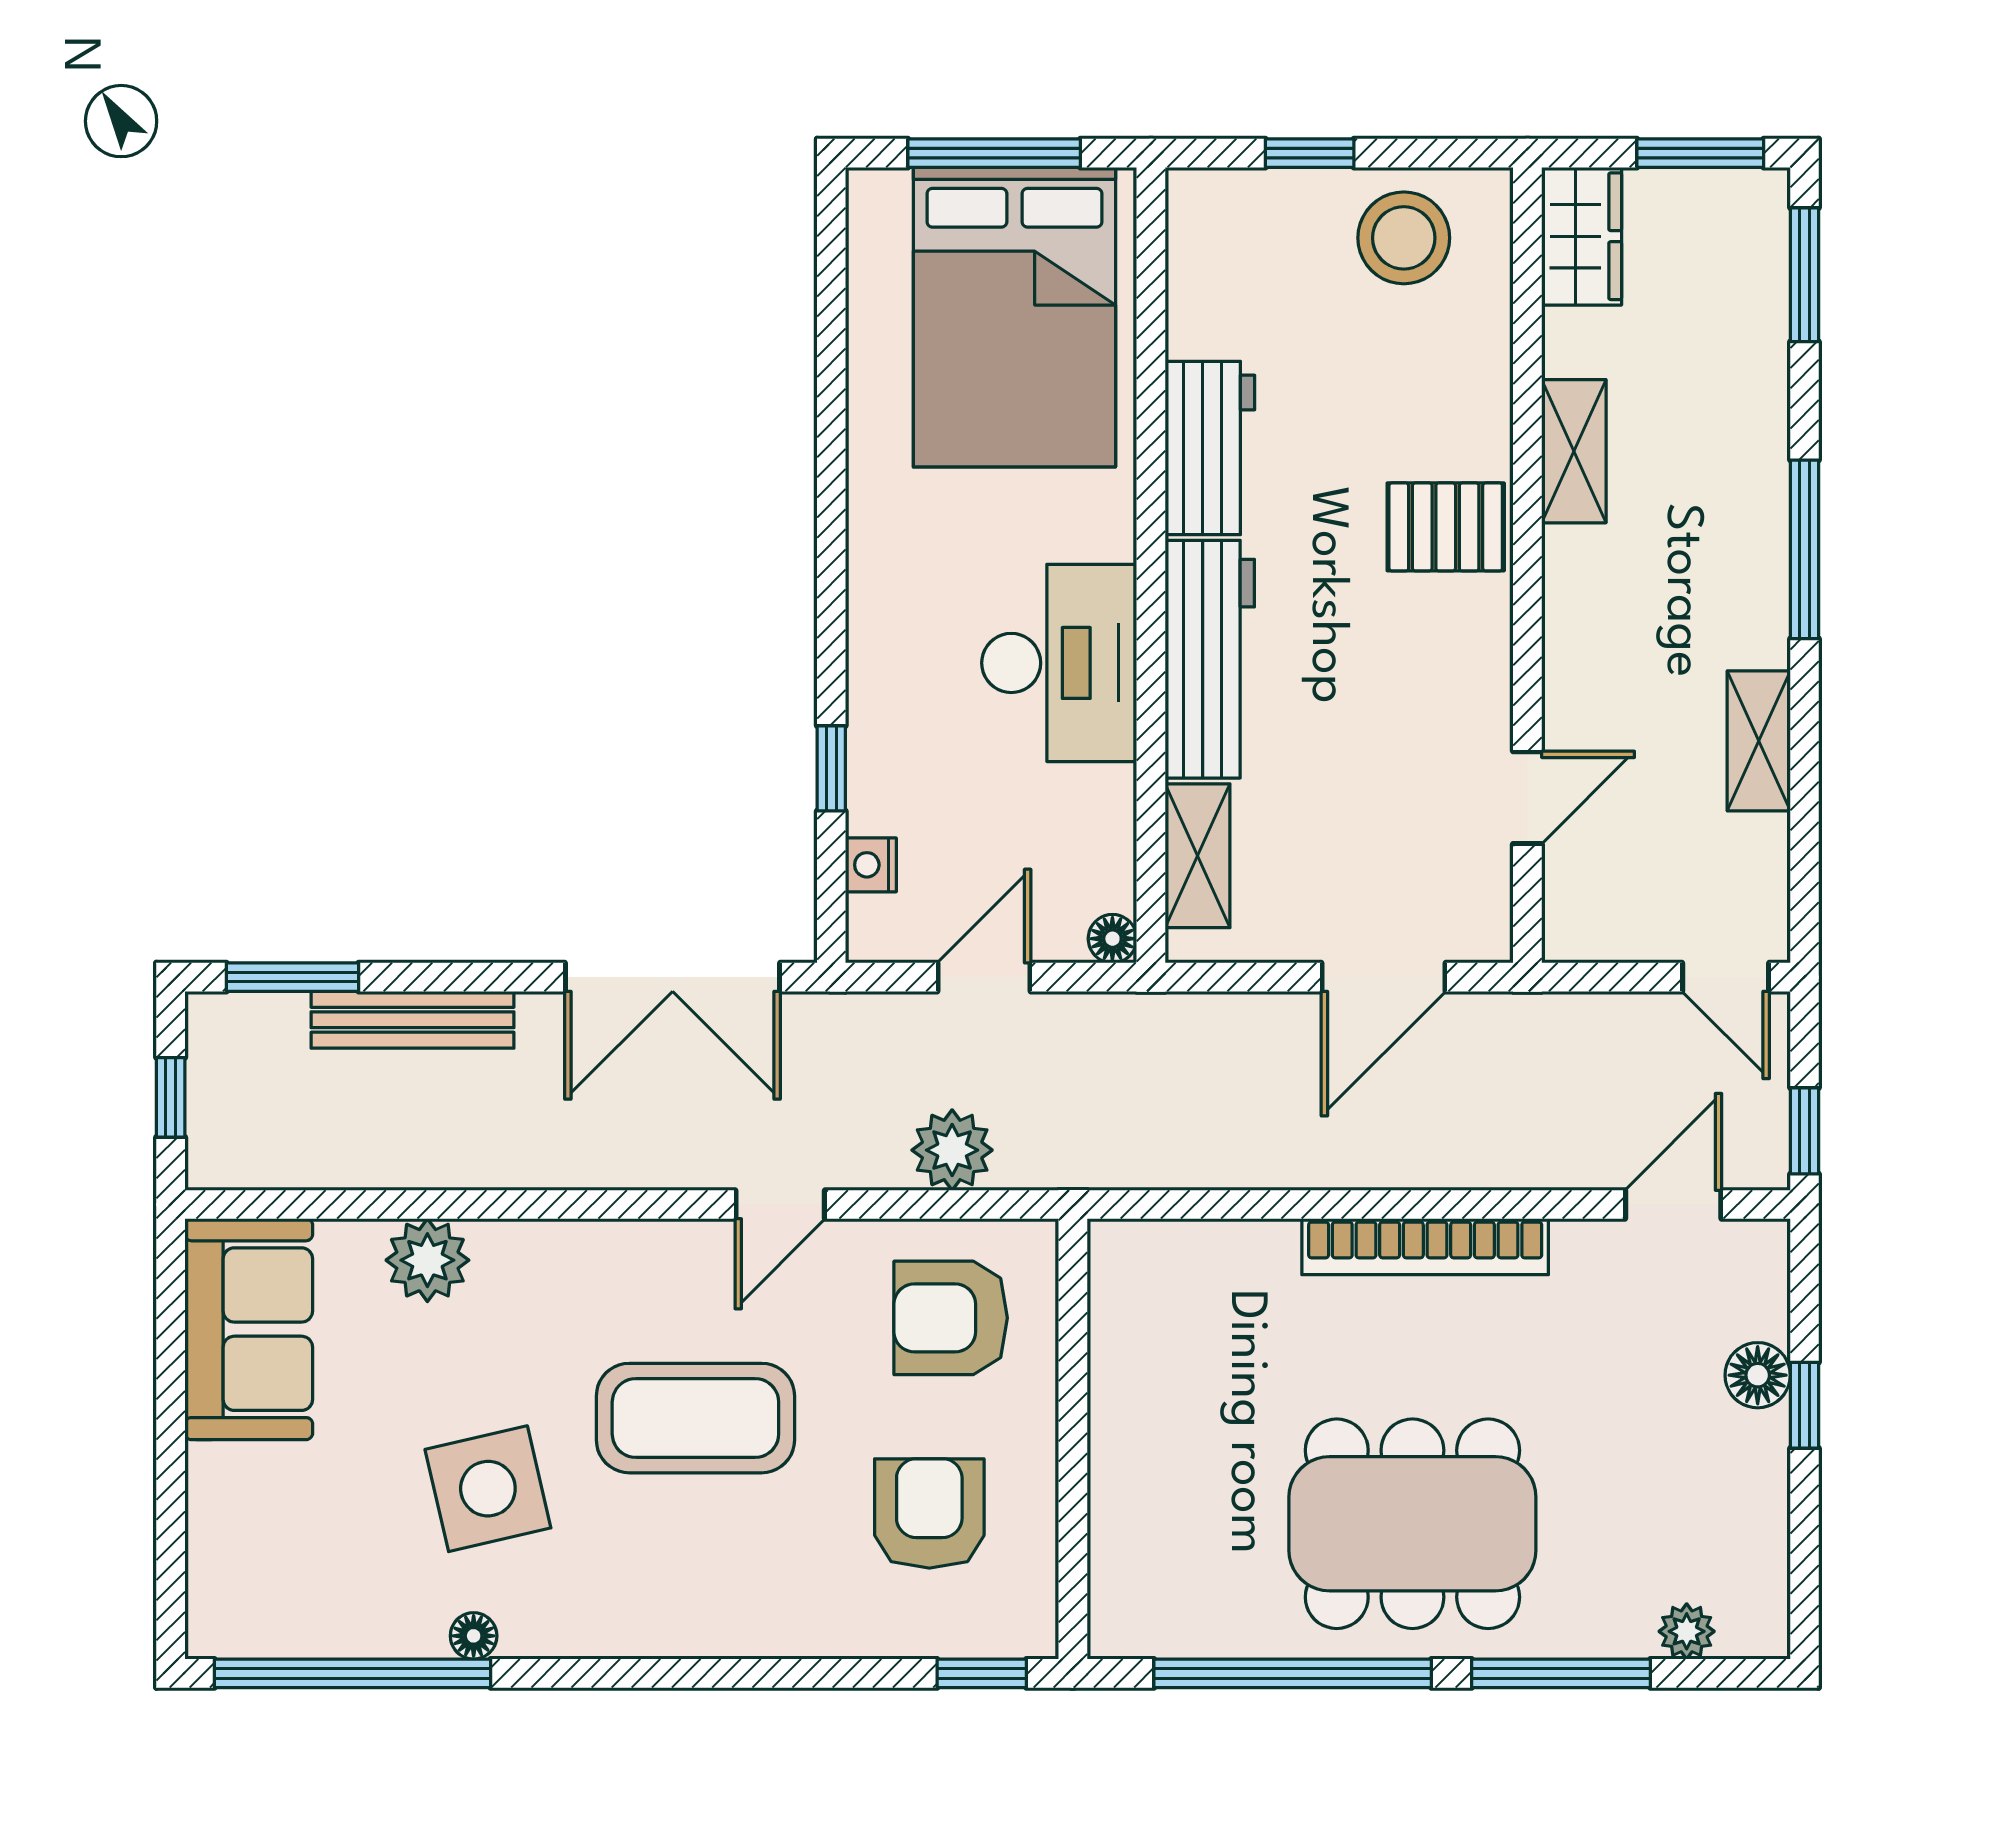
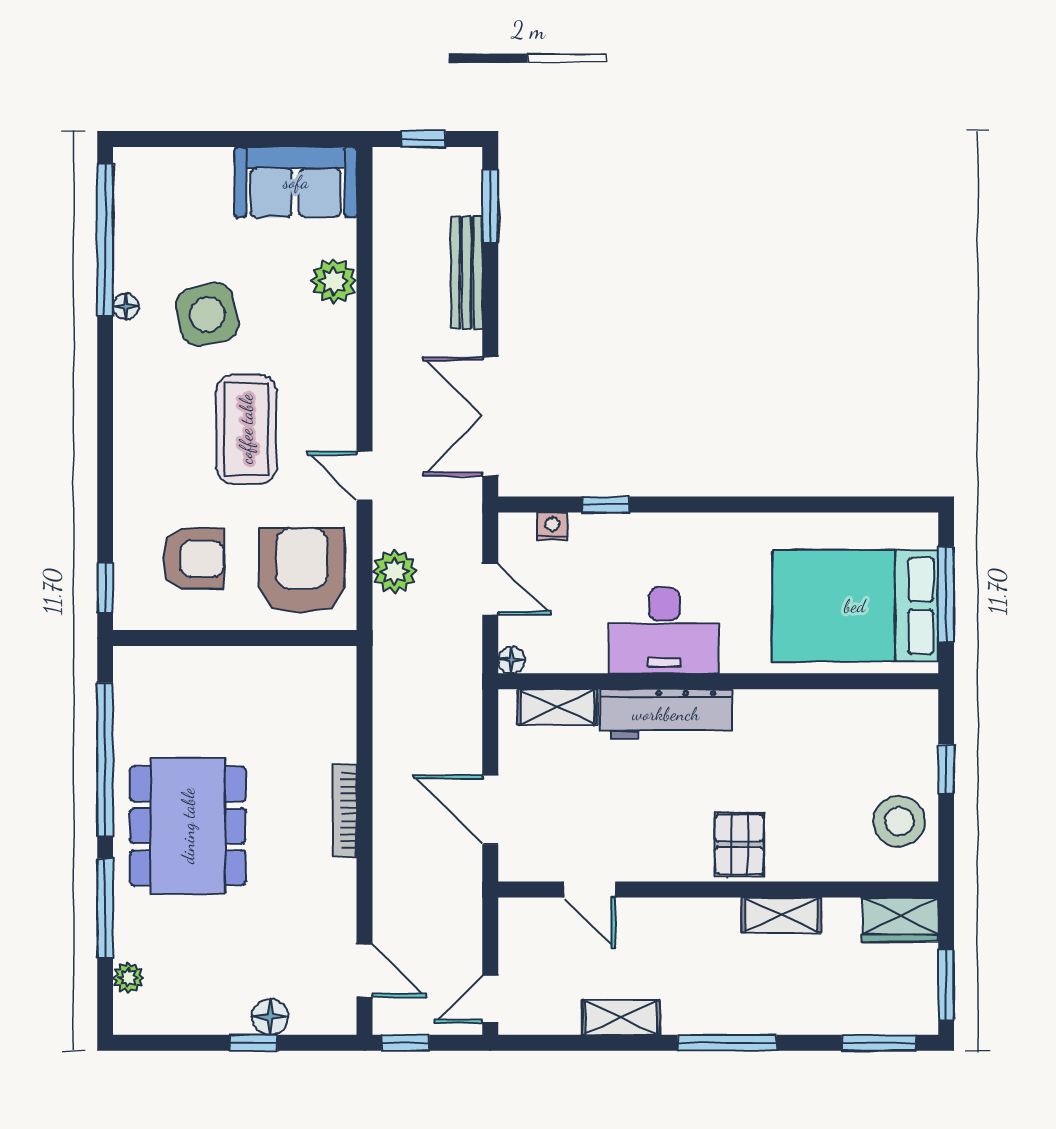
workbench: (1210, 448) -> (783, 714), removed
bookcase: (1425, 1247) -> (345, 811), width x0.68, depth x0.76
armchair: (951, 1318) -> (302, 570), width x1.36, depth x1.36

